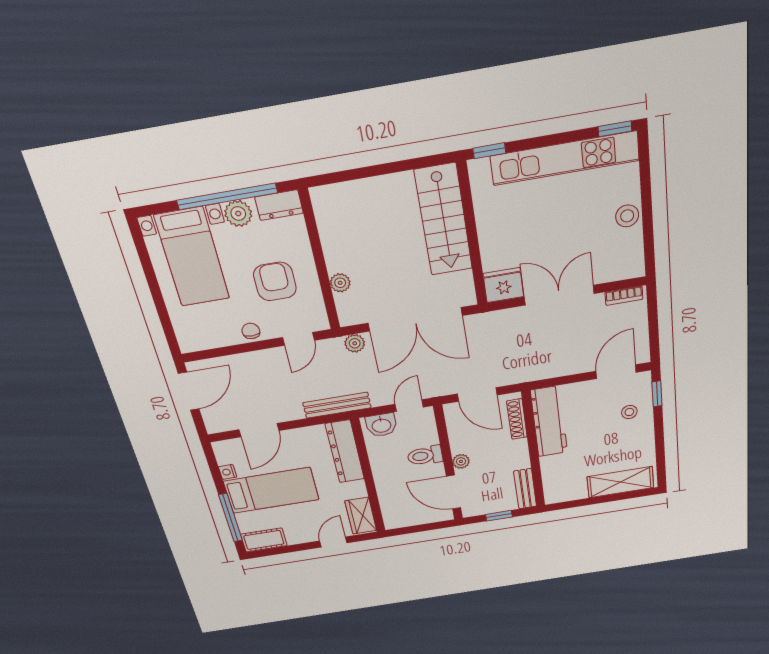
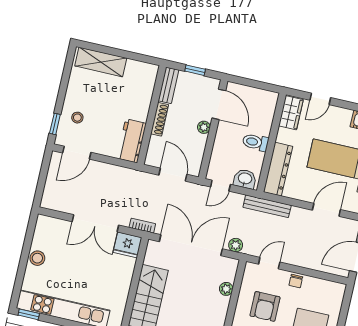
bookcase: (624, 296) -> (142, 226), moved
shoe rack: (517, 419) -> (160, 119), moved
workbench: (549, 421) -> (131, 141), width x0.73
toilet: (425, 456) -> (255, 142), moved, turned 180

